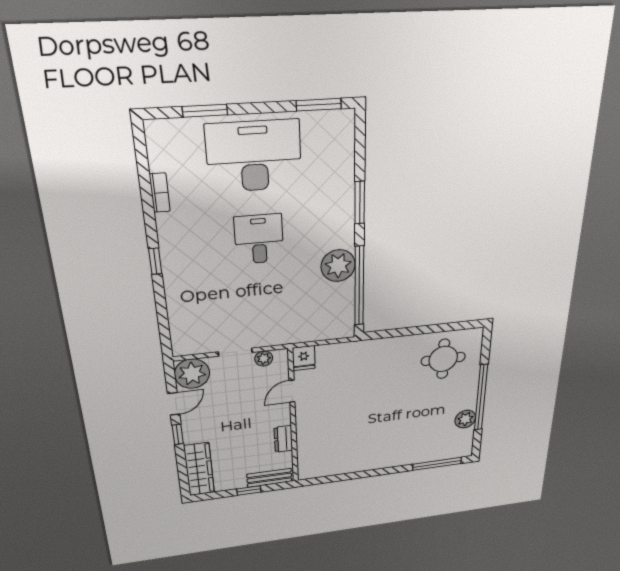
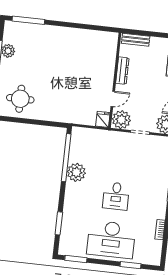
window: (360, 203) -> (59, 223), moved
plant: (264, 359) -> (121, 120), width x1.88, depth x1.88
dresser: (283, 439) -> (122, 71), width x1.44
window: (249, 490) -> (150, 34), removed

